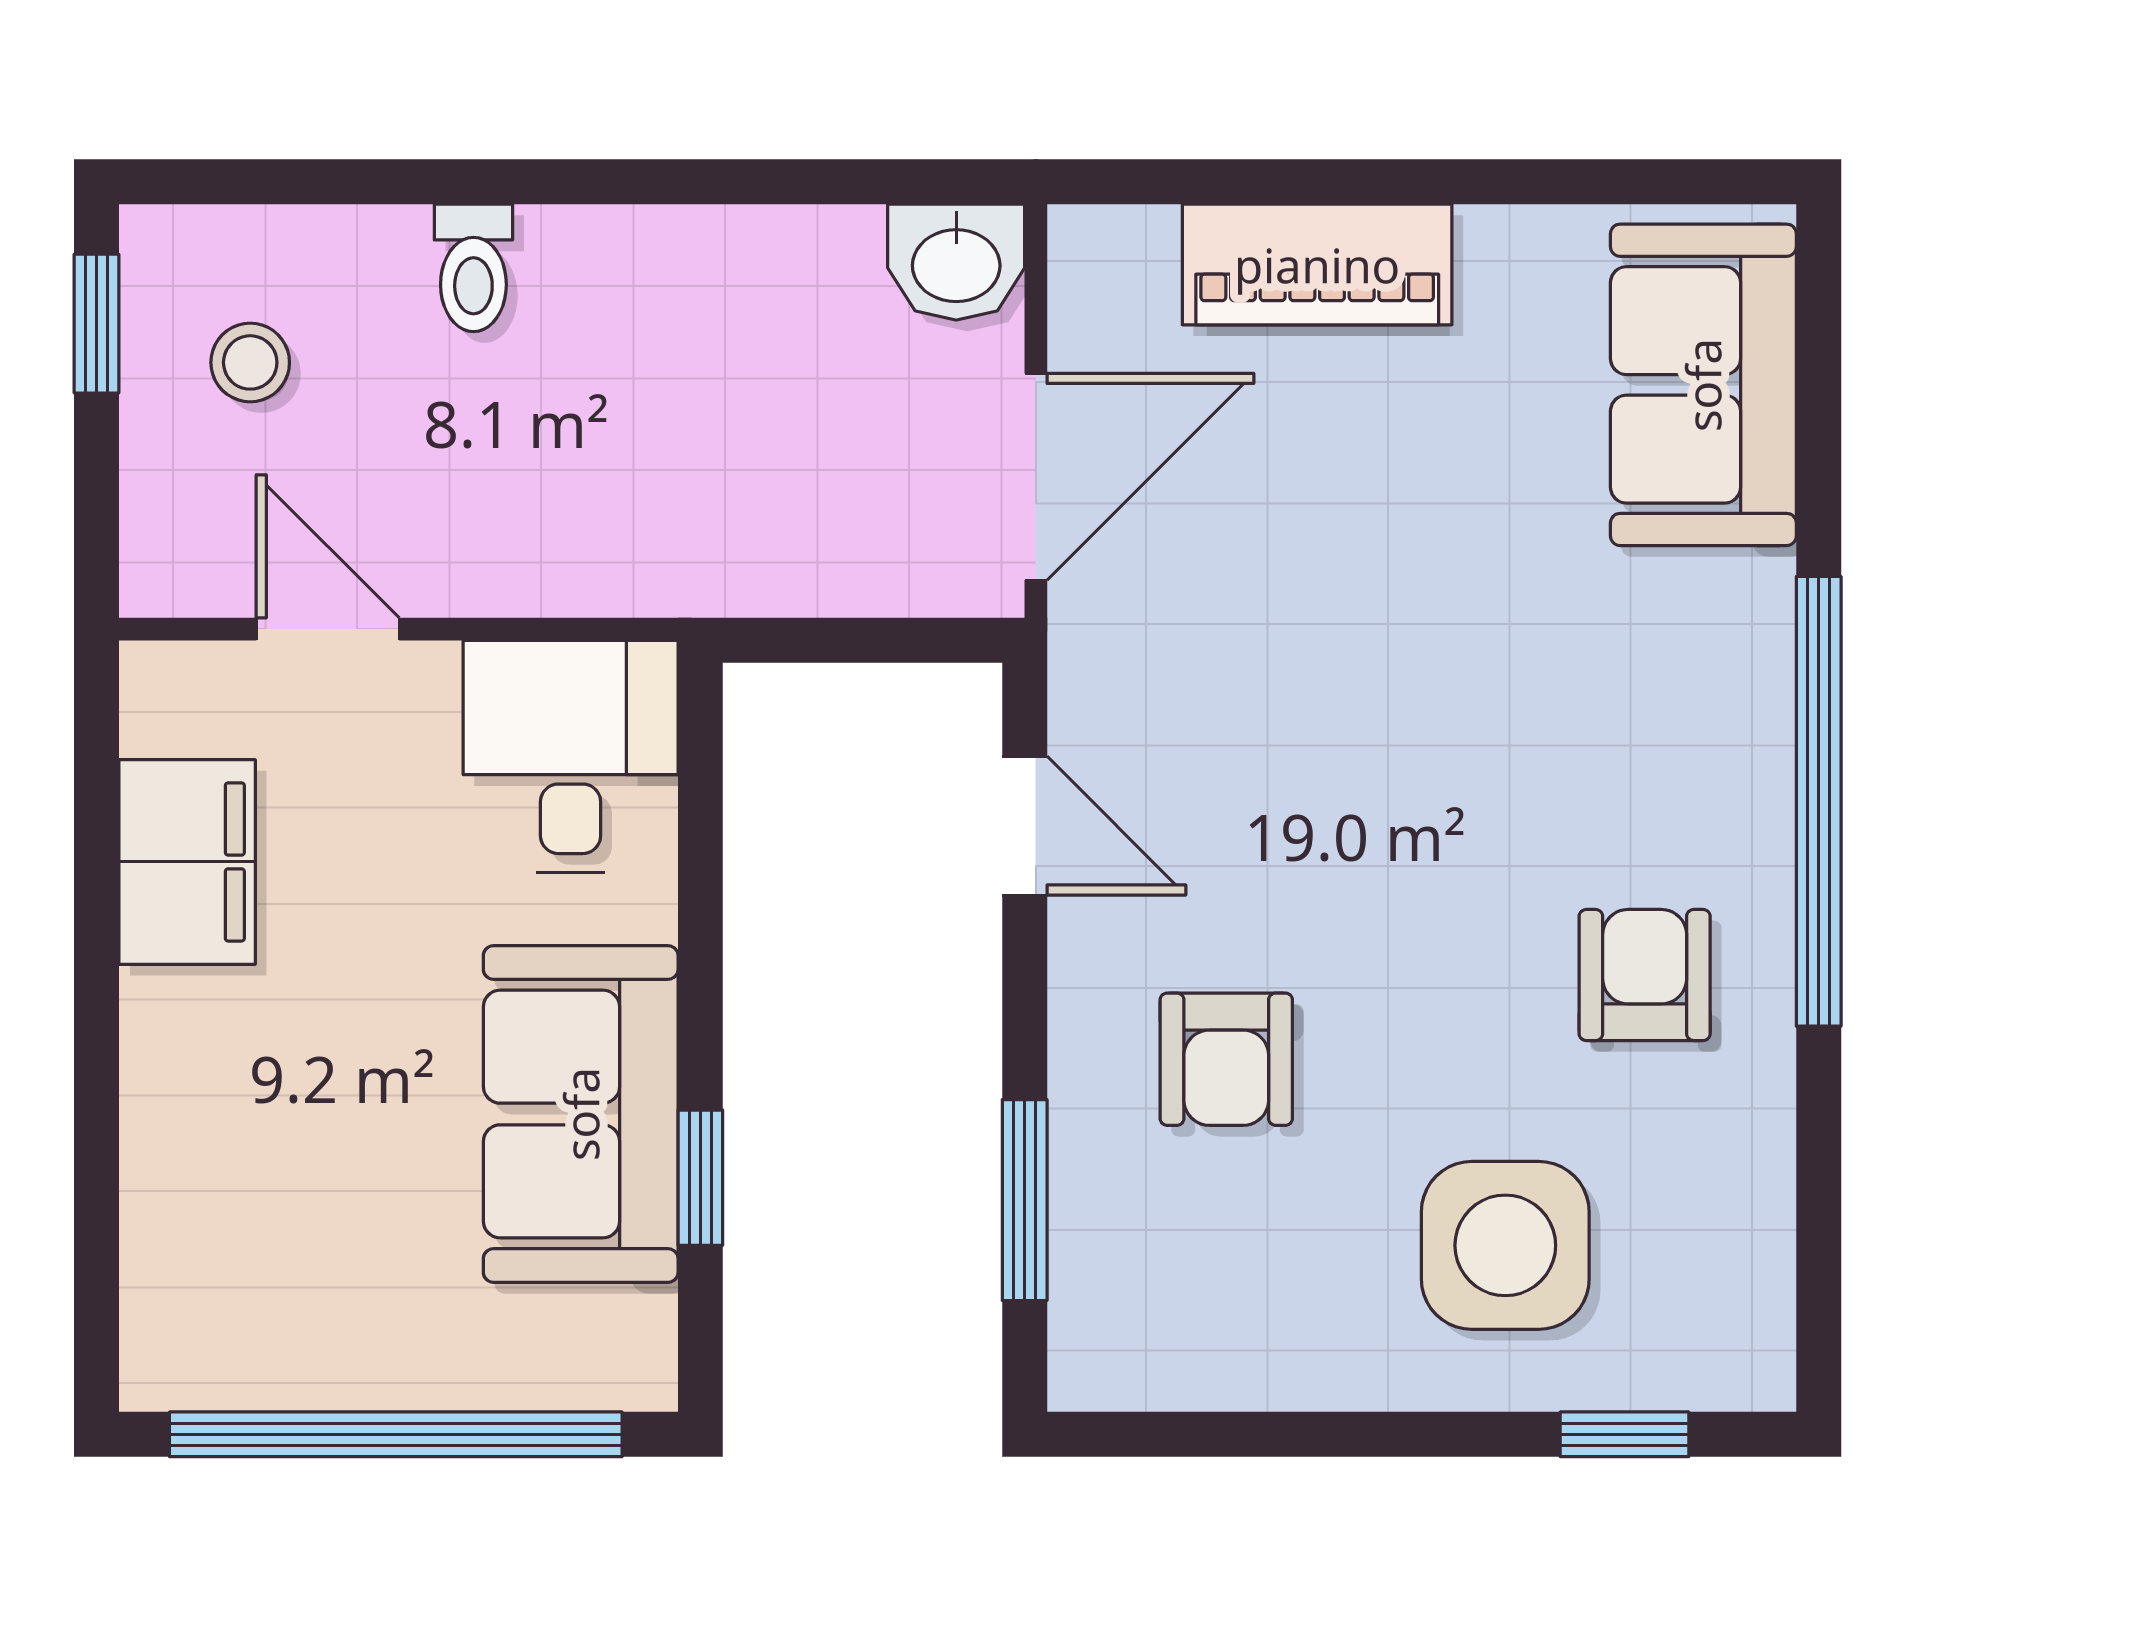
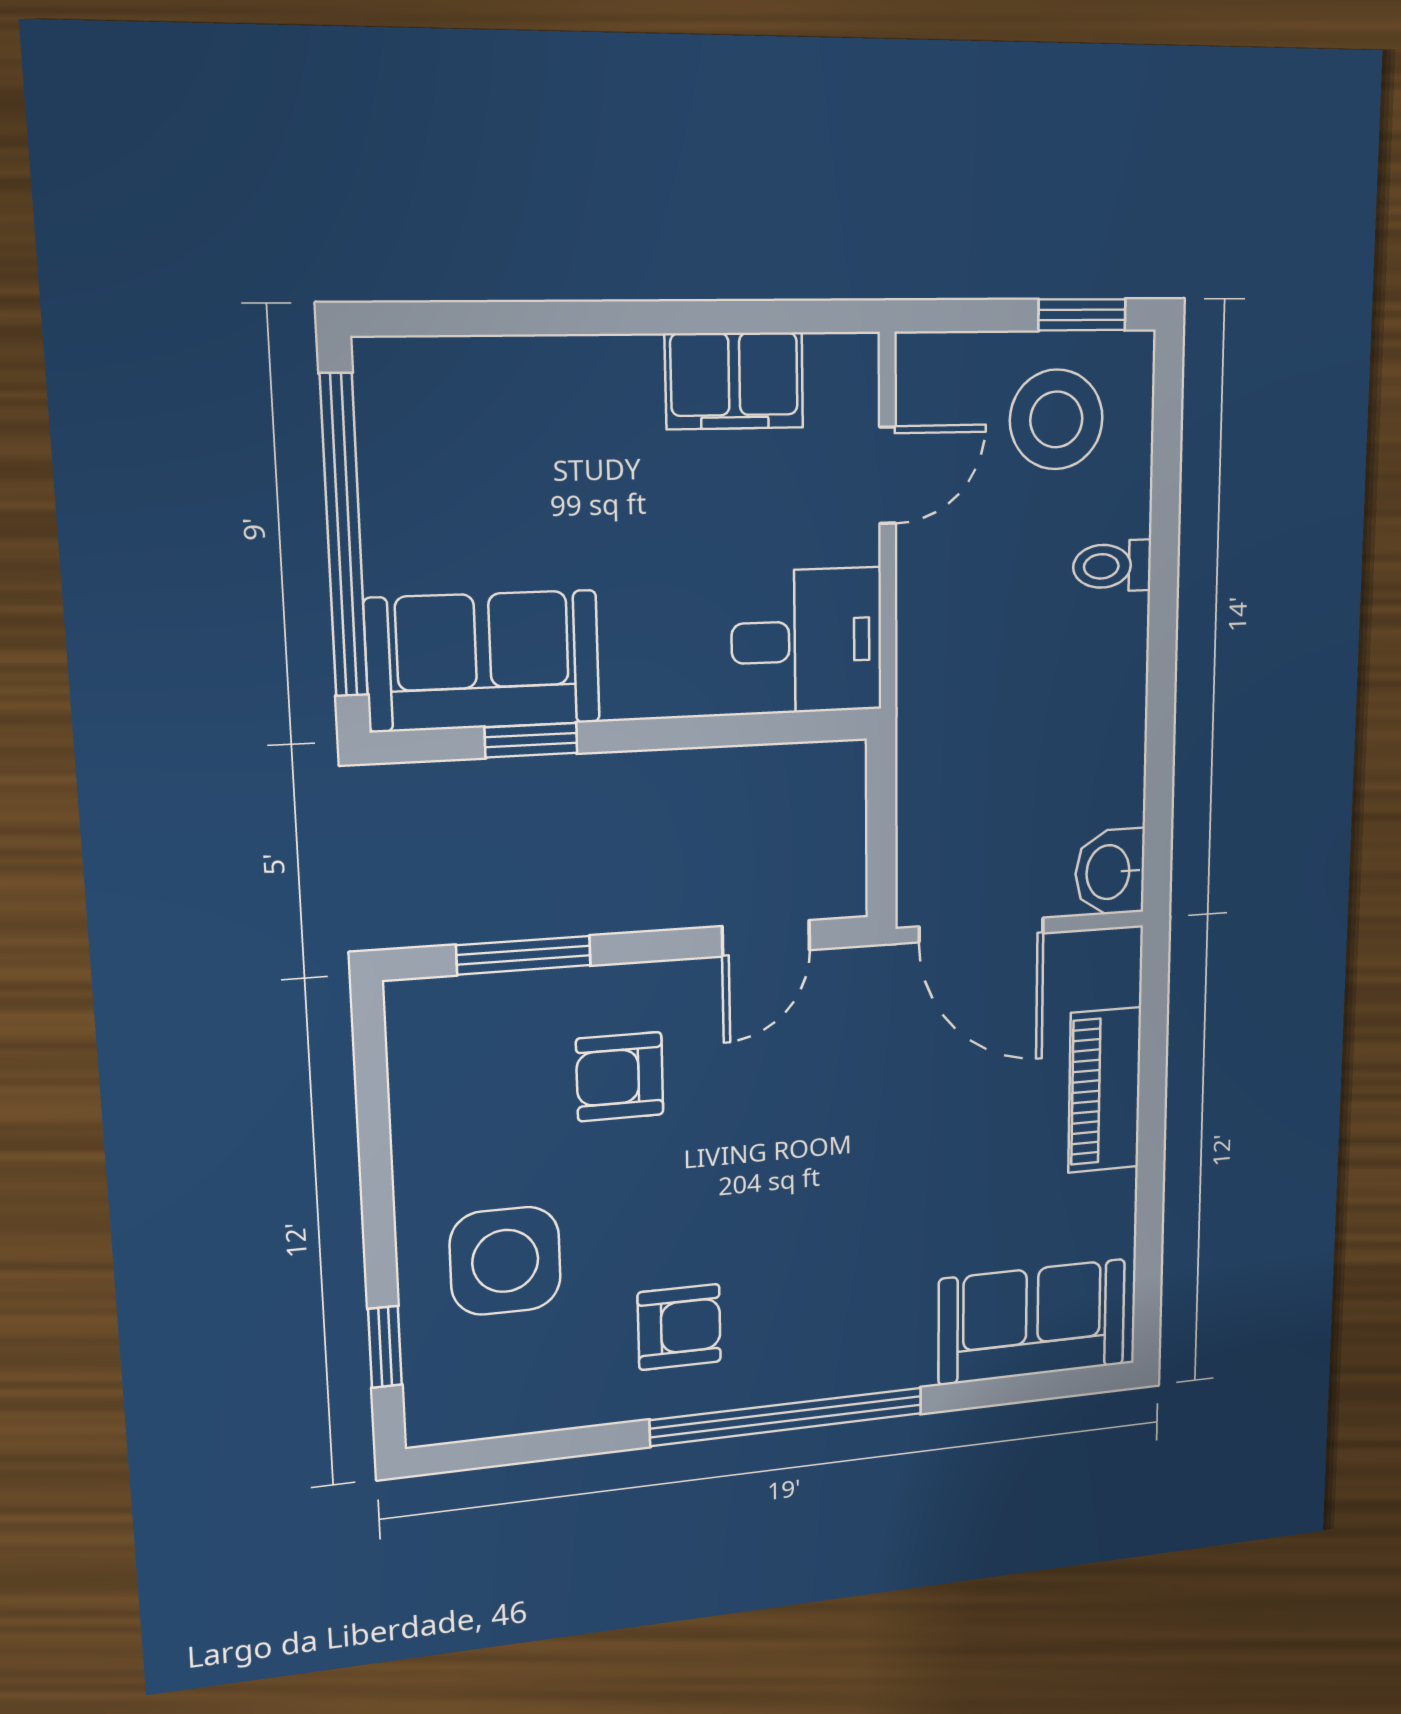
stool: (250, 362) -> (1056, 419), width x1.89, depth x1.89
sofa: (581, 1114) -> (483, 661), moved

